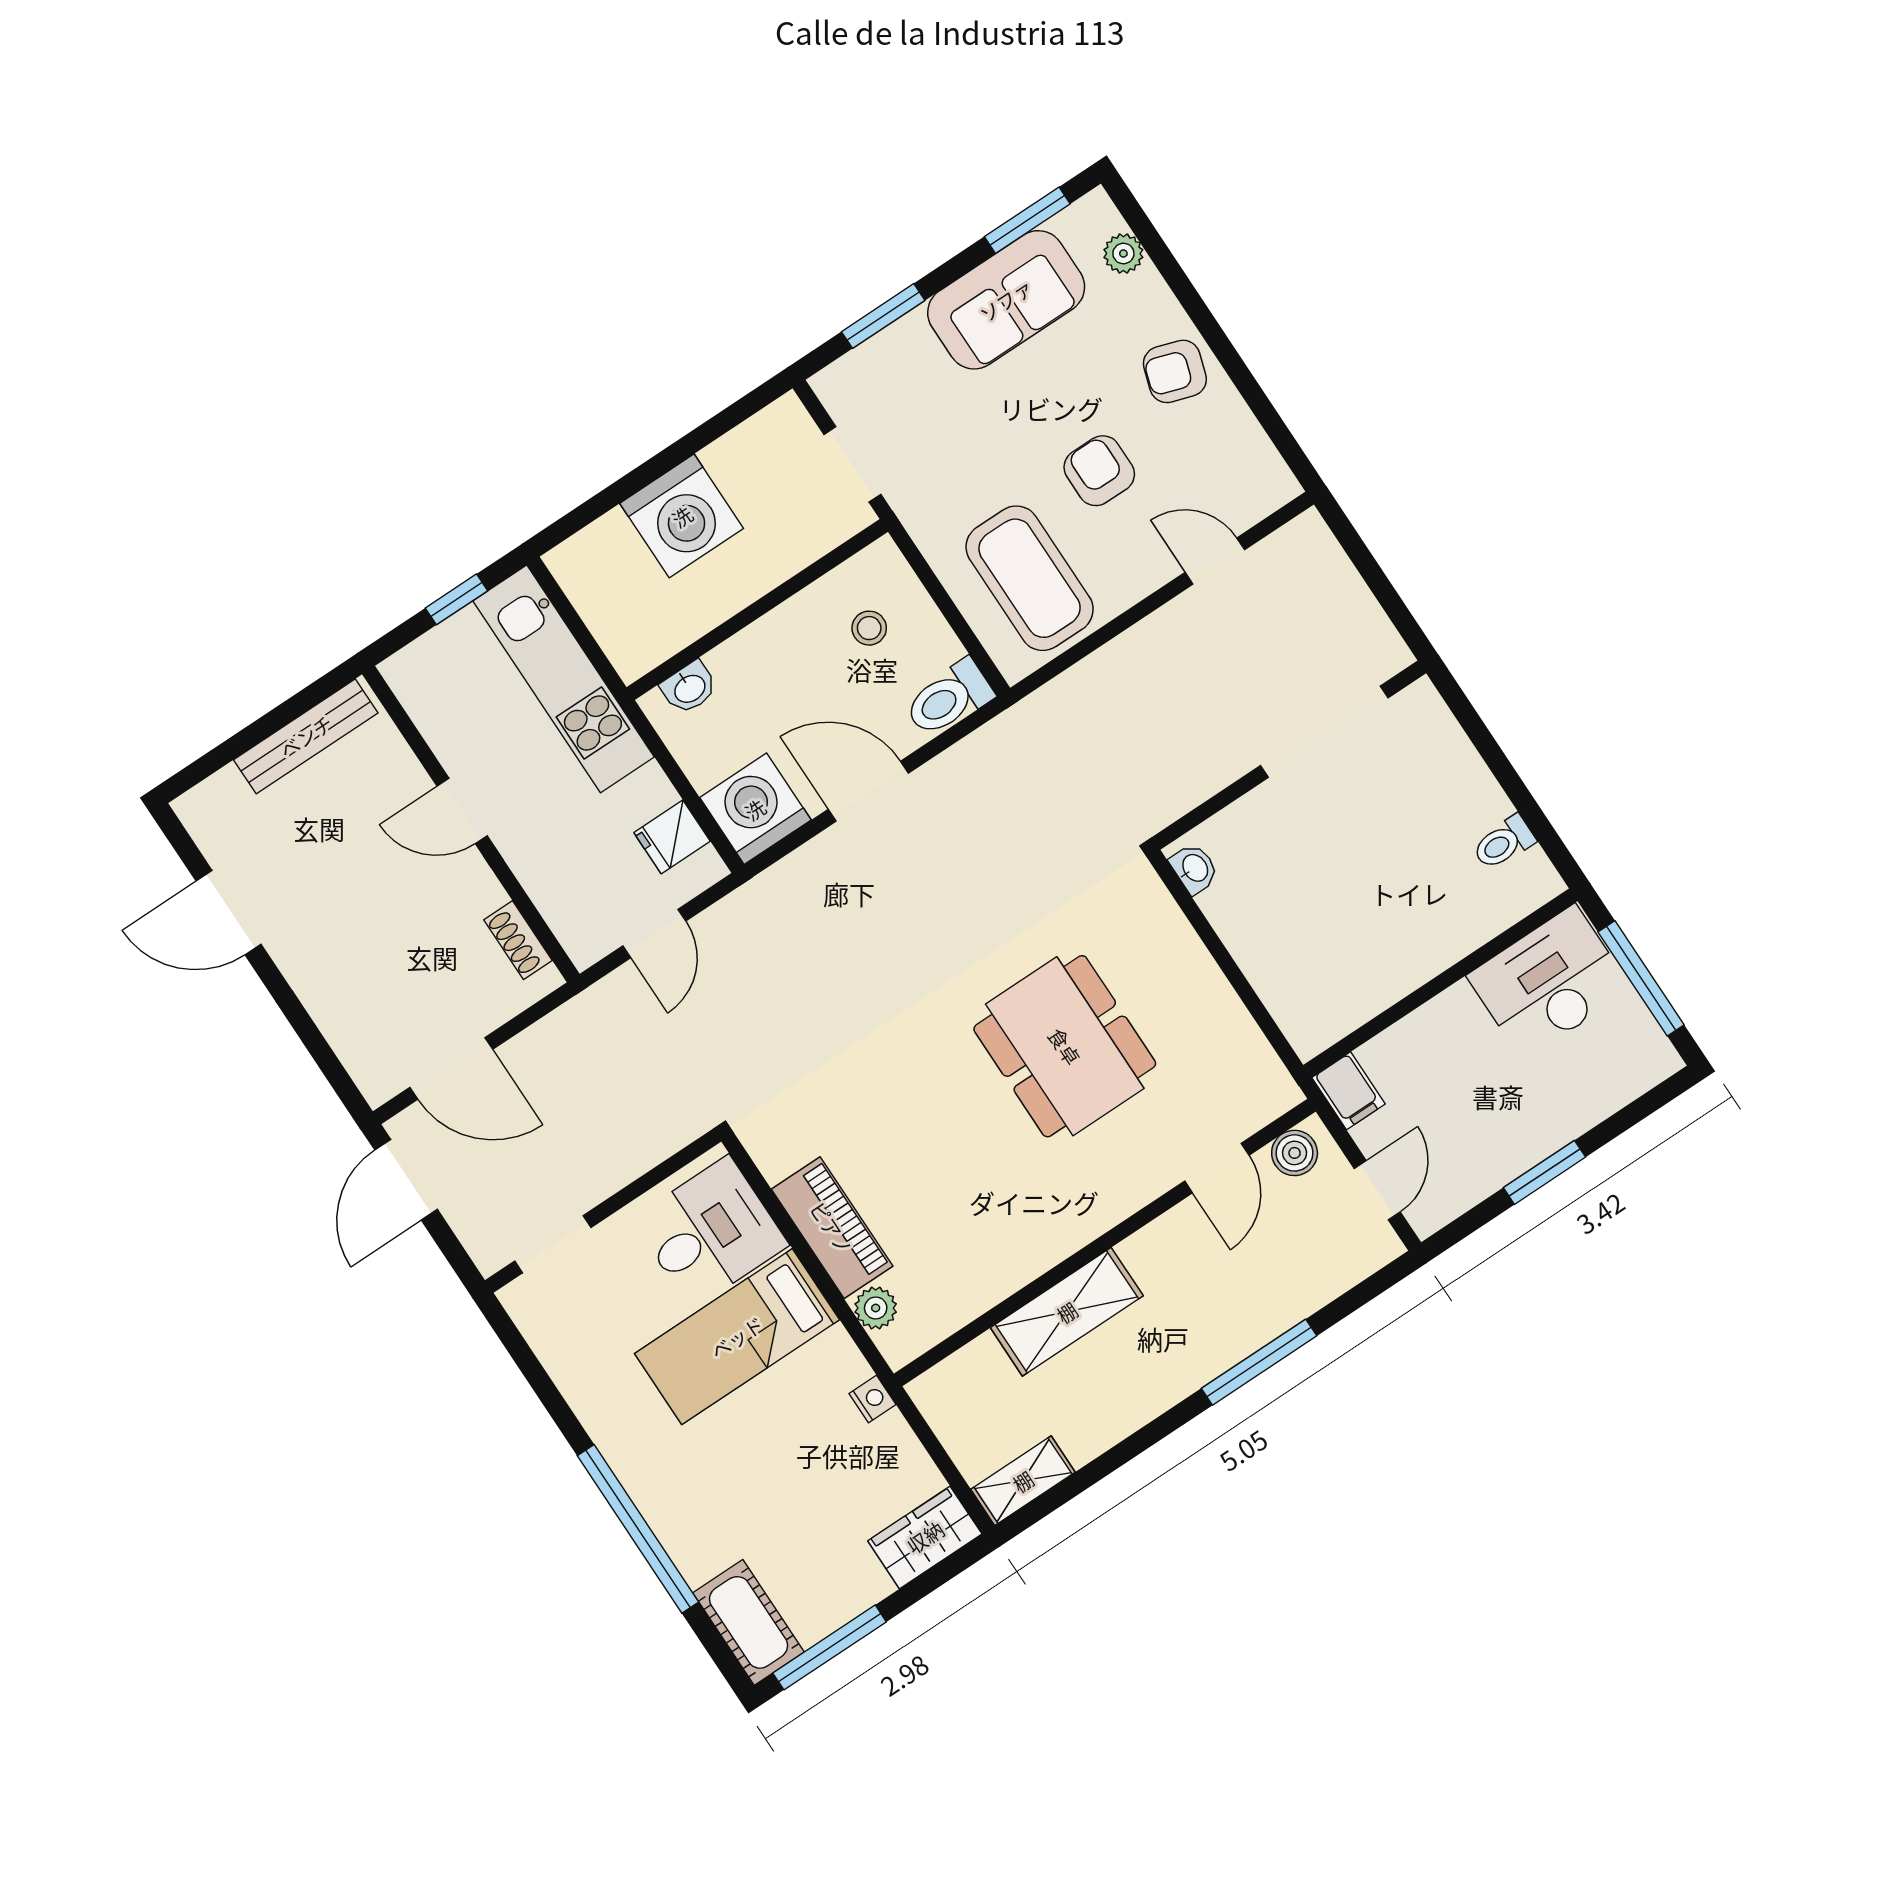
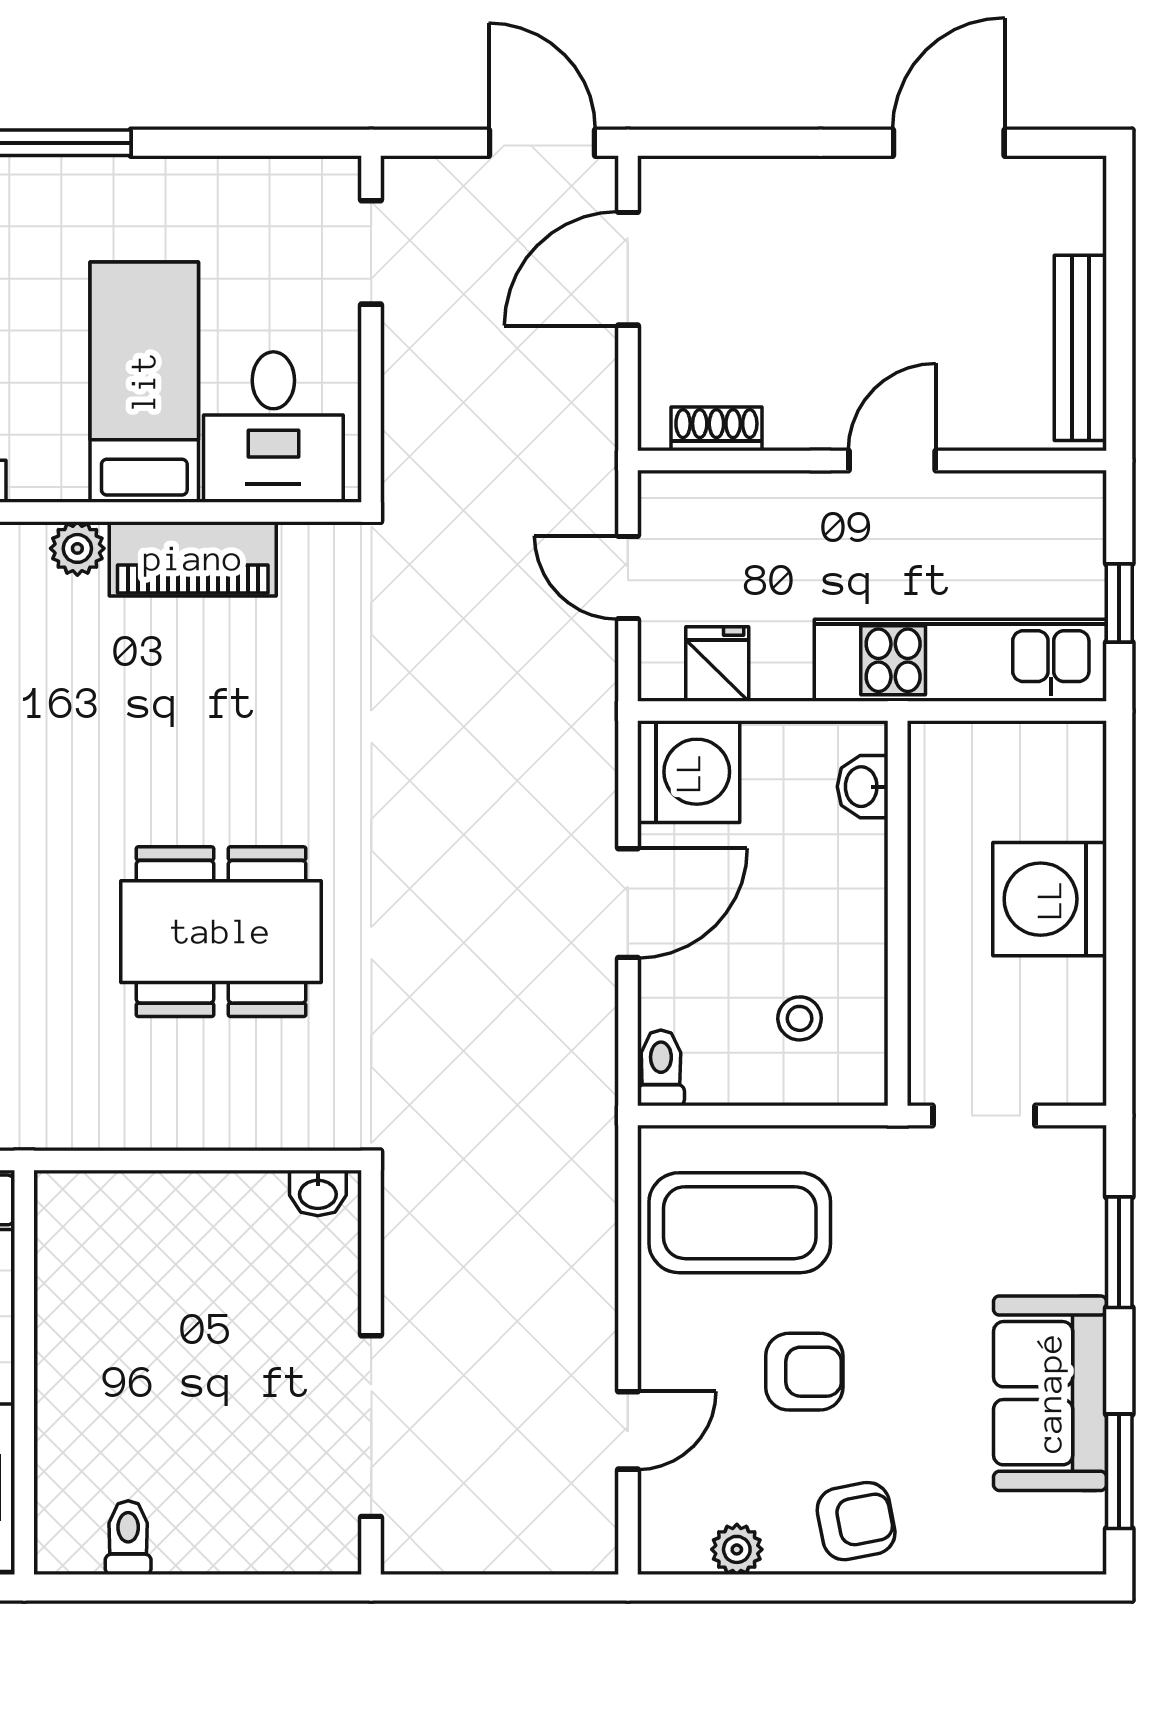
plant: (1123, 254) -> (737, 1549), moved
armchair: (1175, 371) -> (856, 1521), turned 61
toilet: (949, 698) -> (661, 1068), width x0.73, depth x0.72

